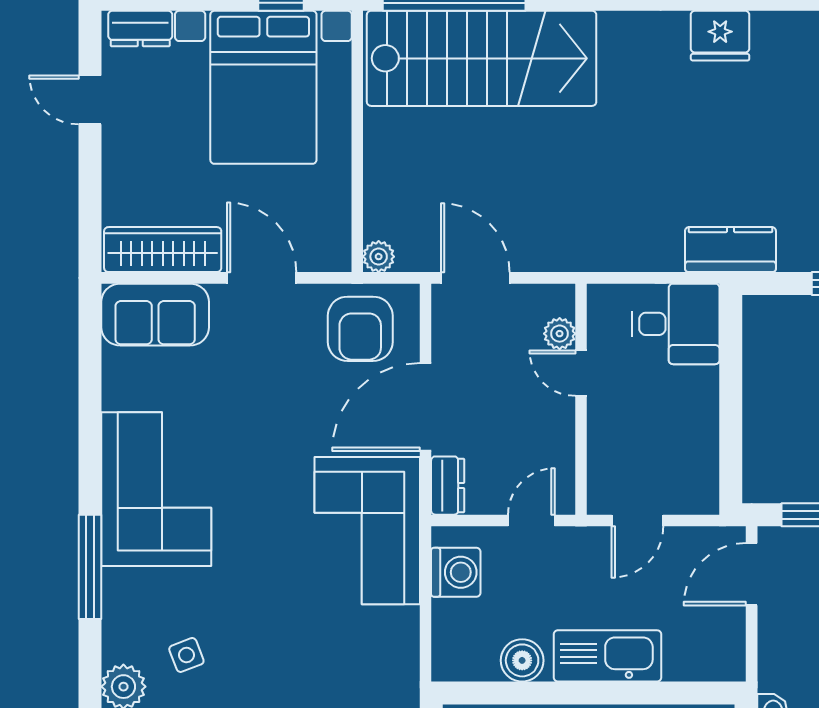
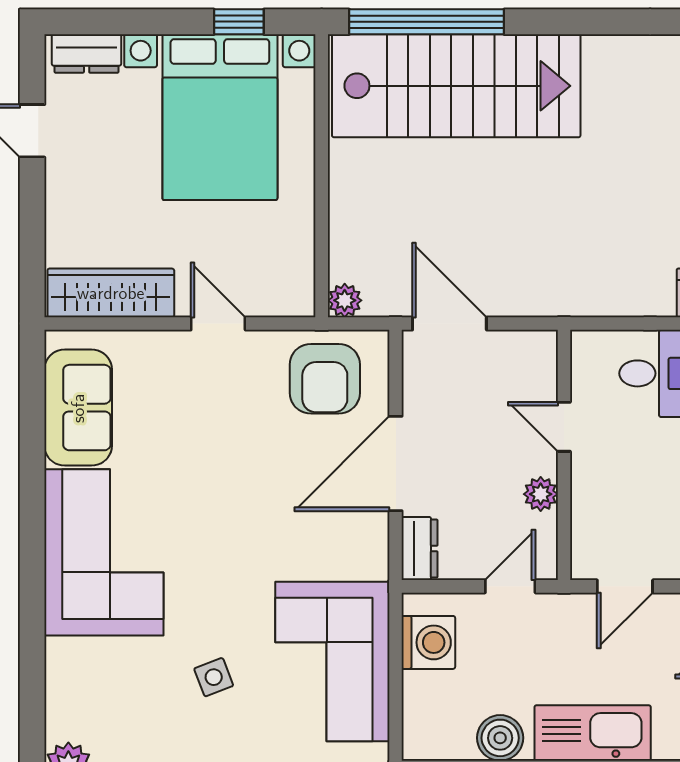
door: (262, 278) -> (218, 324), width x0.73
sofa: (155, 315) -> (78, 408), moved, turned -90
plant: (560, 334) -> (541, 494), moved
corner sofa: (367, 531) -> (332, 662), moved
window: (90, 567) -> (32, 637), removed
side table: (186, 655) -> (214, 677), moved

